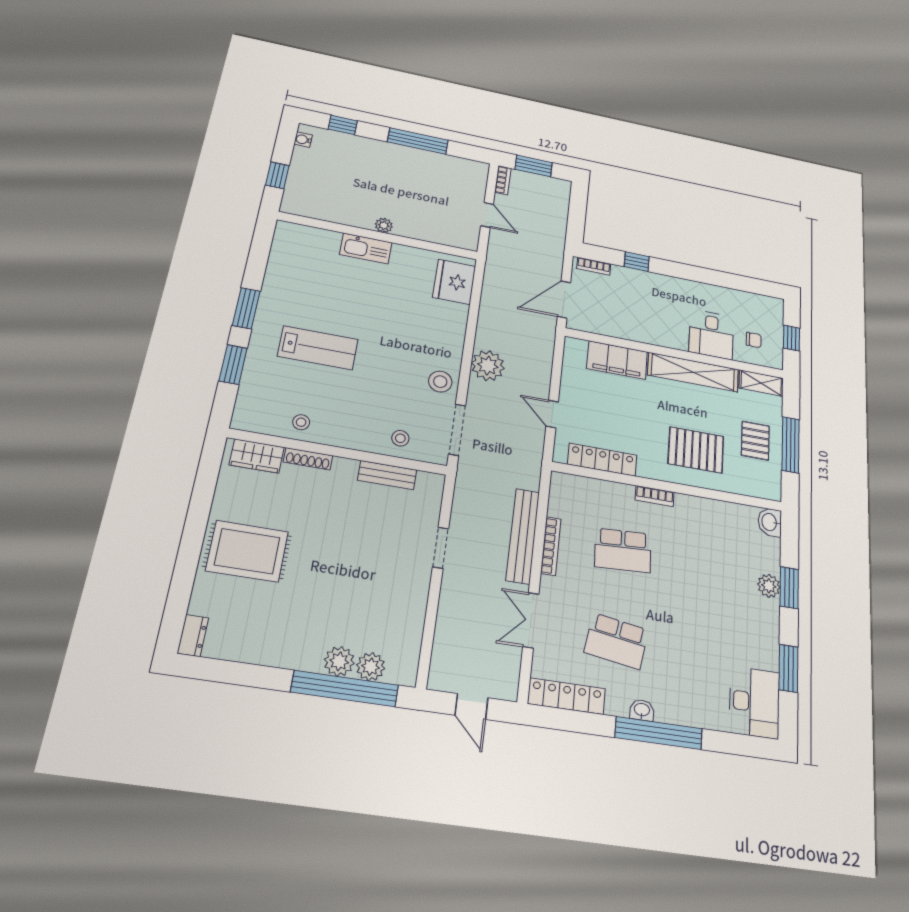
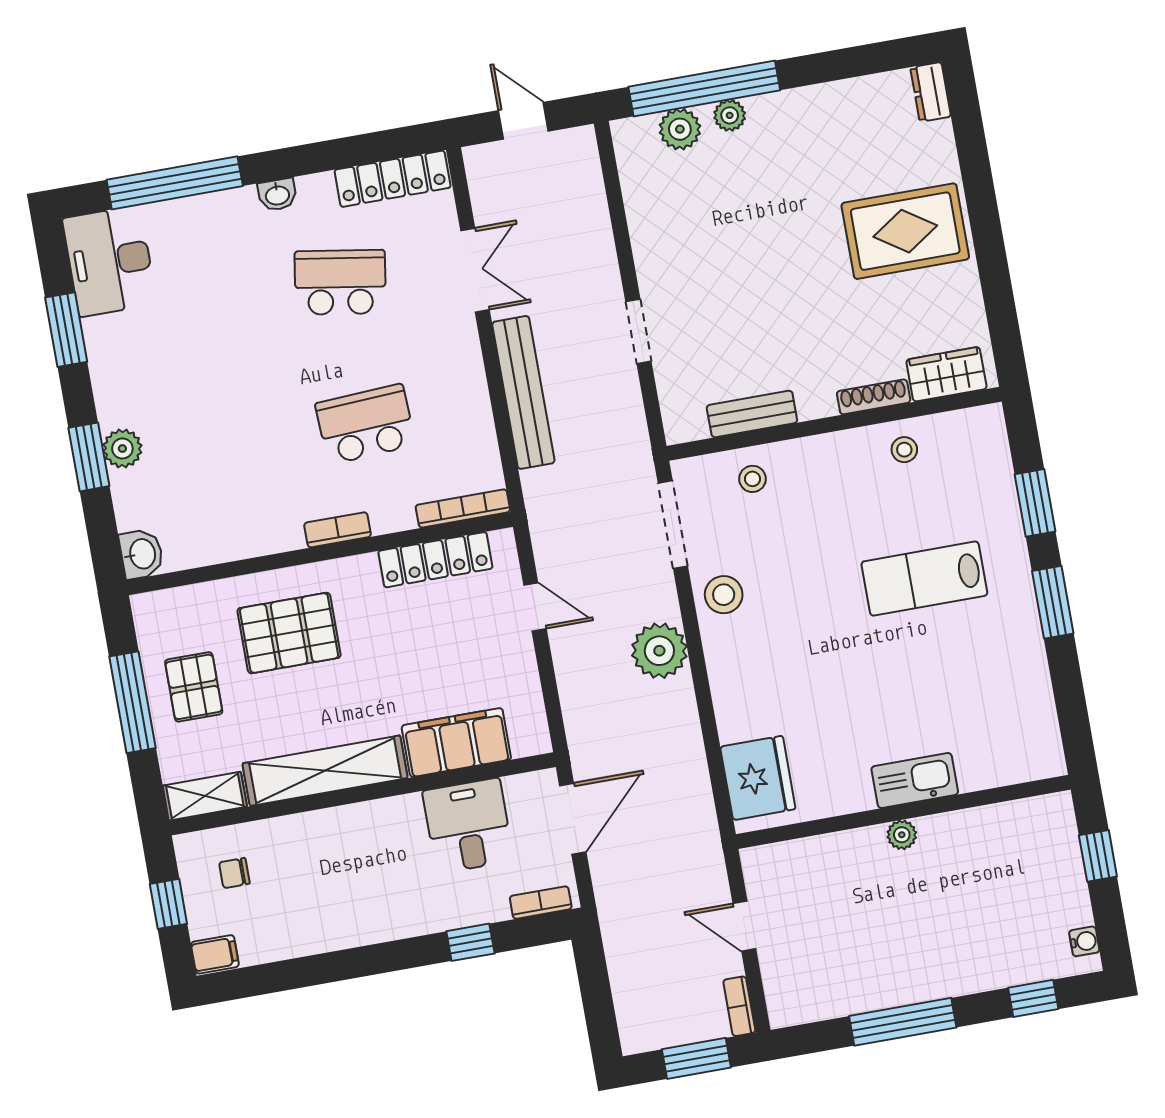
filing cabinet: (772, 305) -> (215, 954), added
desk: (711, 334) -> (468, 826), moved
bookcase: (551, 546) -> (463, 508), moved, turned 90
plant: (339, 661) -> (730, 115), width x0.73, depth x0.73
window: (659, 733) -> (175, 183), moved

